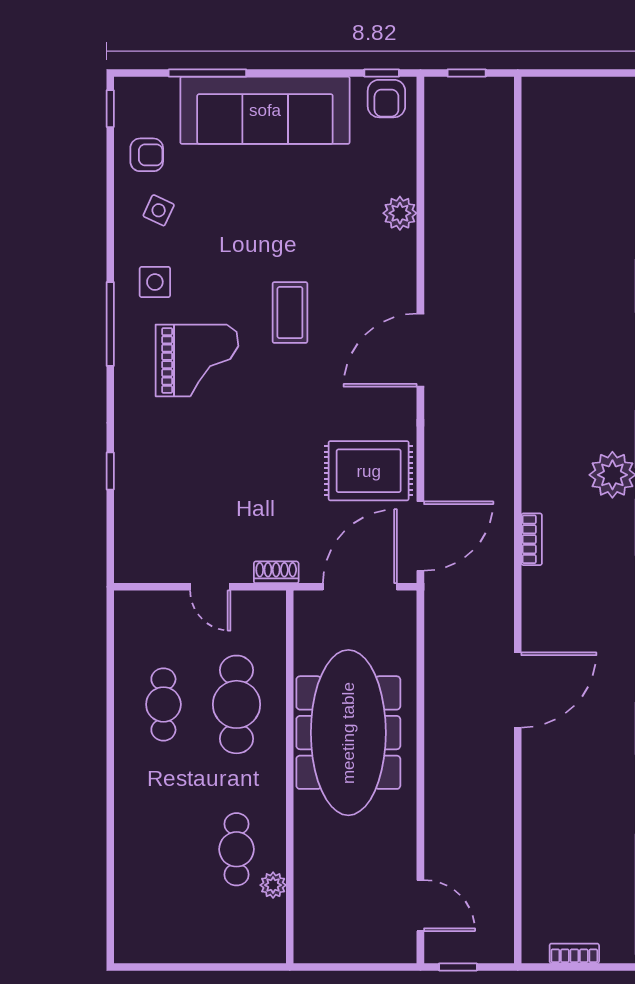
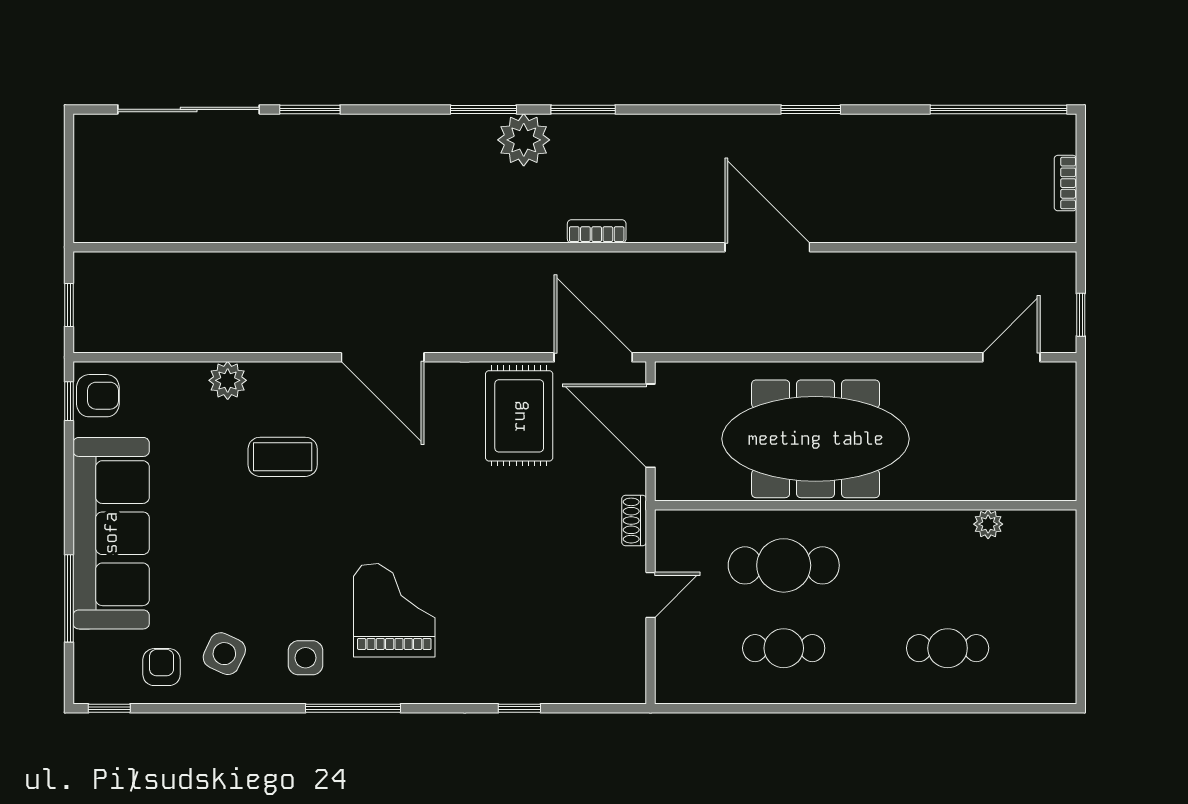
side table: (159, 210) -> (224, 654), width x1.37, depth x1.37
coffee table: (290, 313) -> (283, 457), moved
cafe table: (236, 849) -> (948, 648), moved

